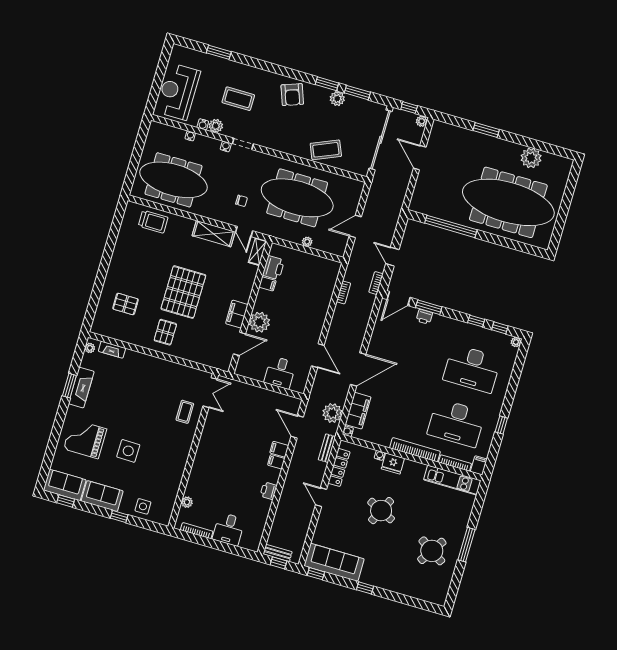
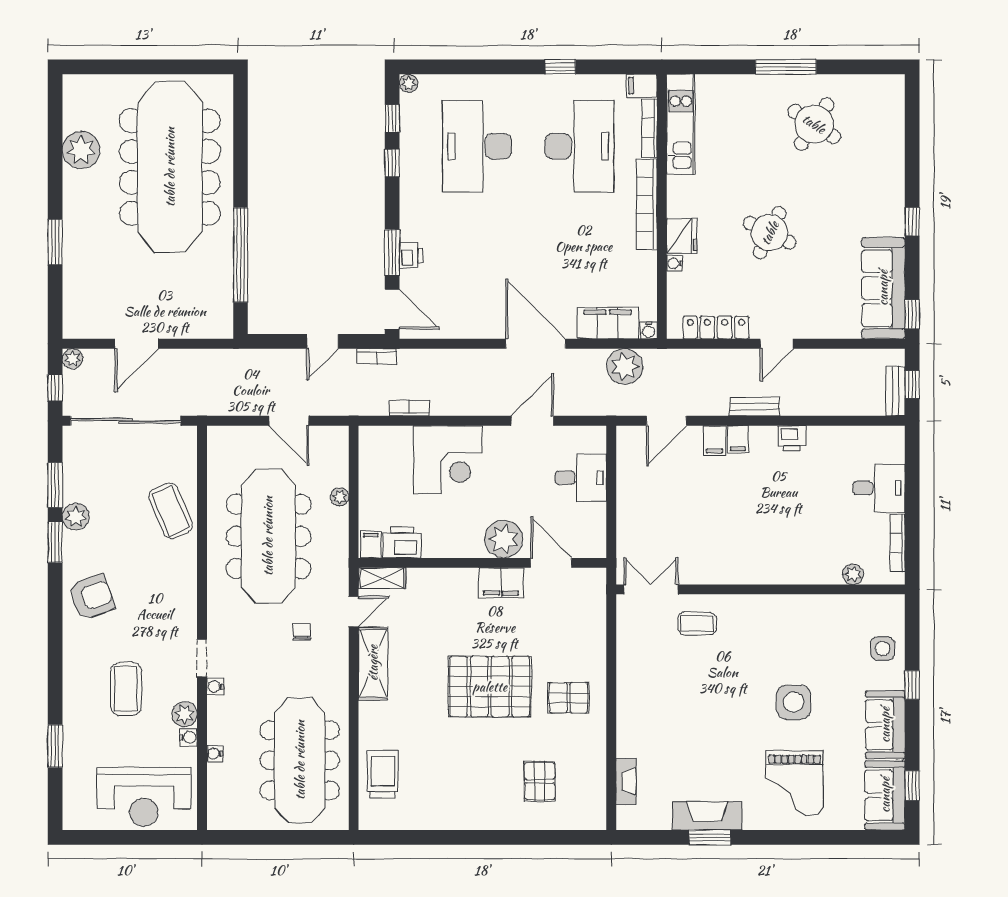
filing cabinet: (267, 284) -> (371, 545), moved
corner desk: (310, 305) -> (448, 460), added
plant: (90, 348) -> (634, 821), removed
desk: (472, 369) -> (477, 146), turned 180
bench: (327, 448) -> (754, 407), moved

